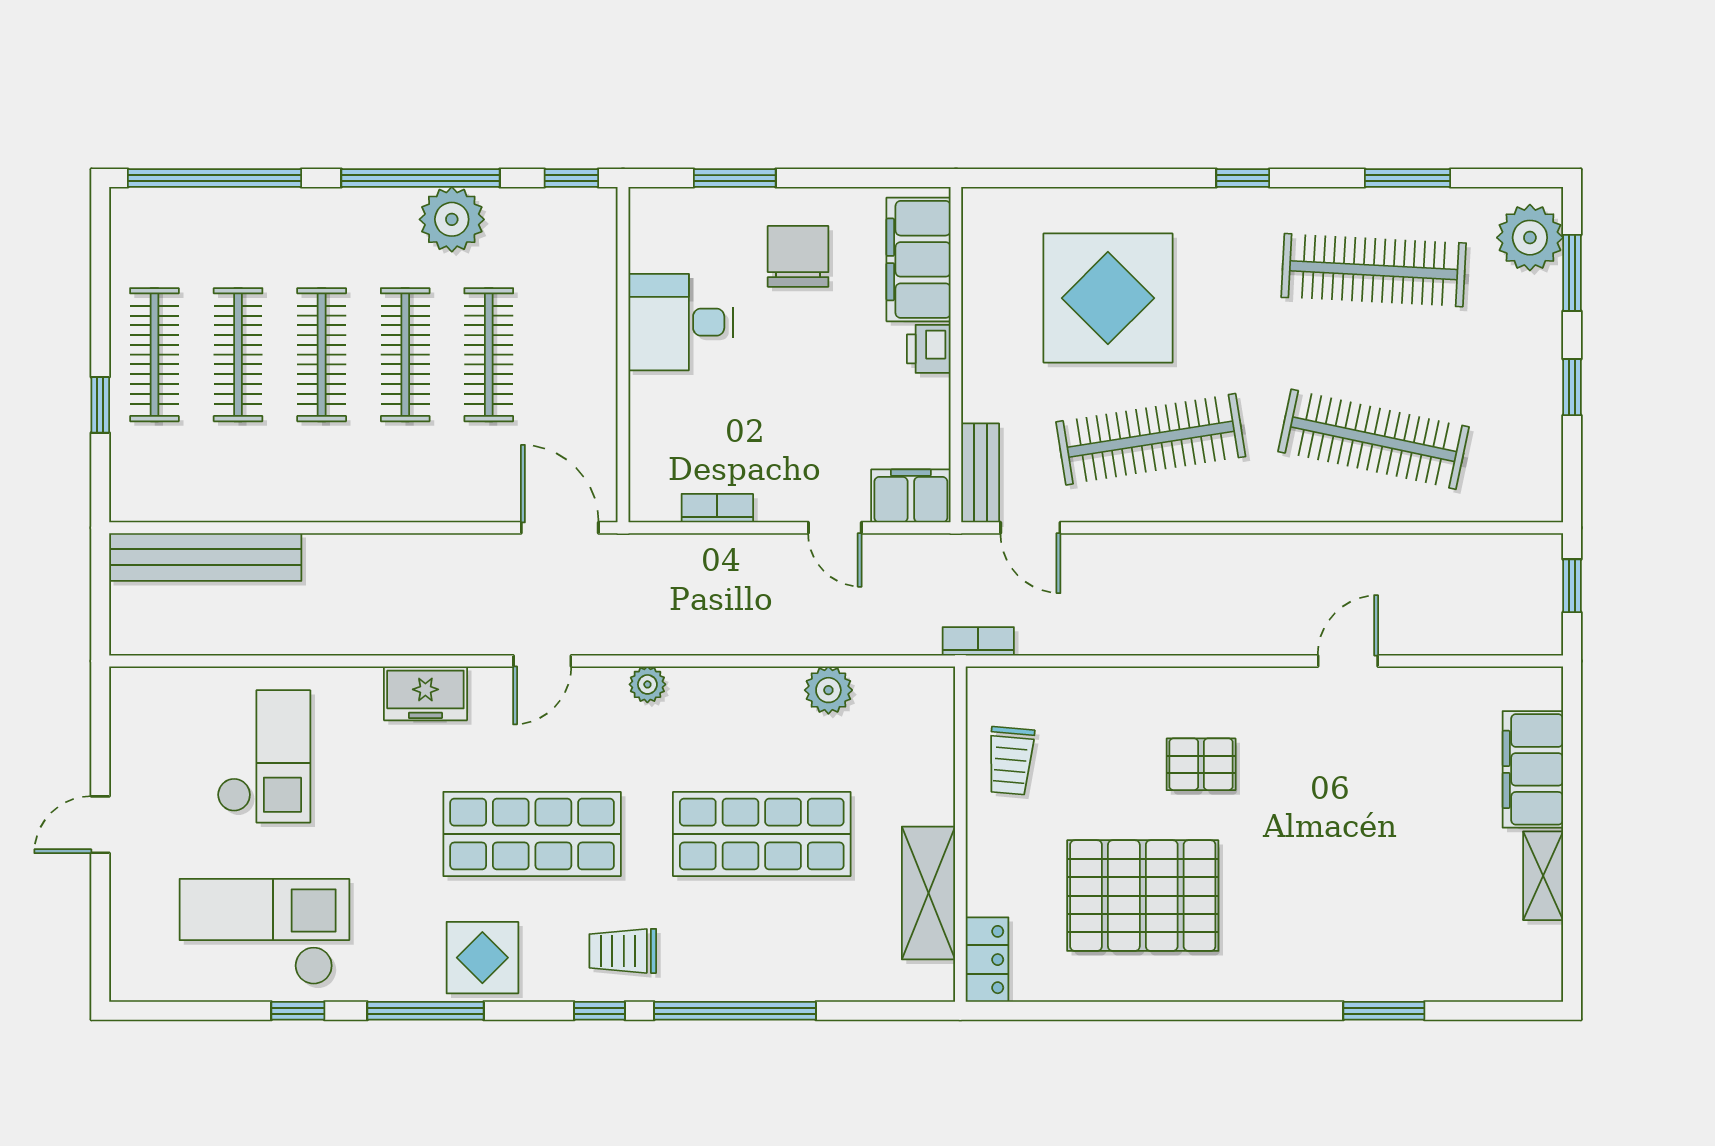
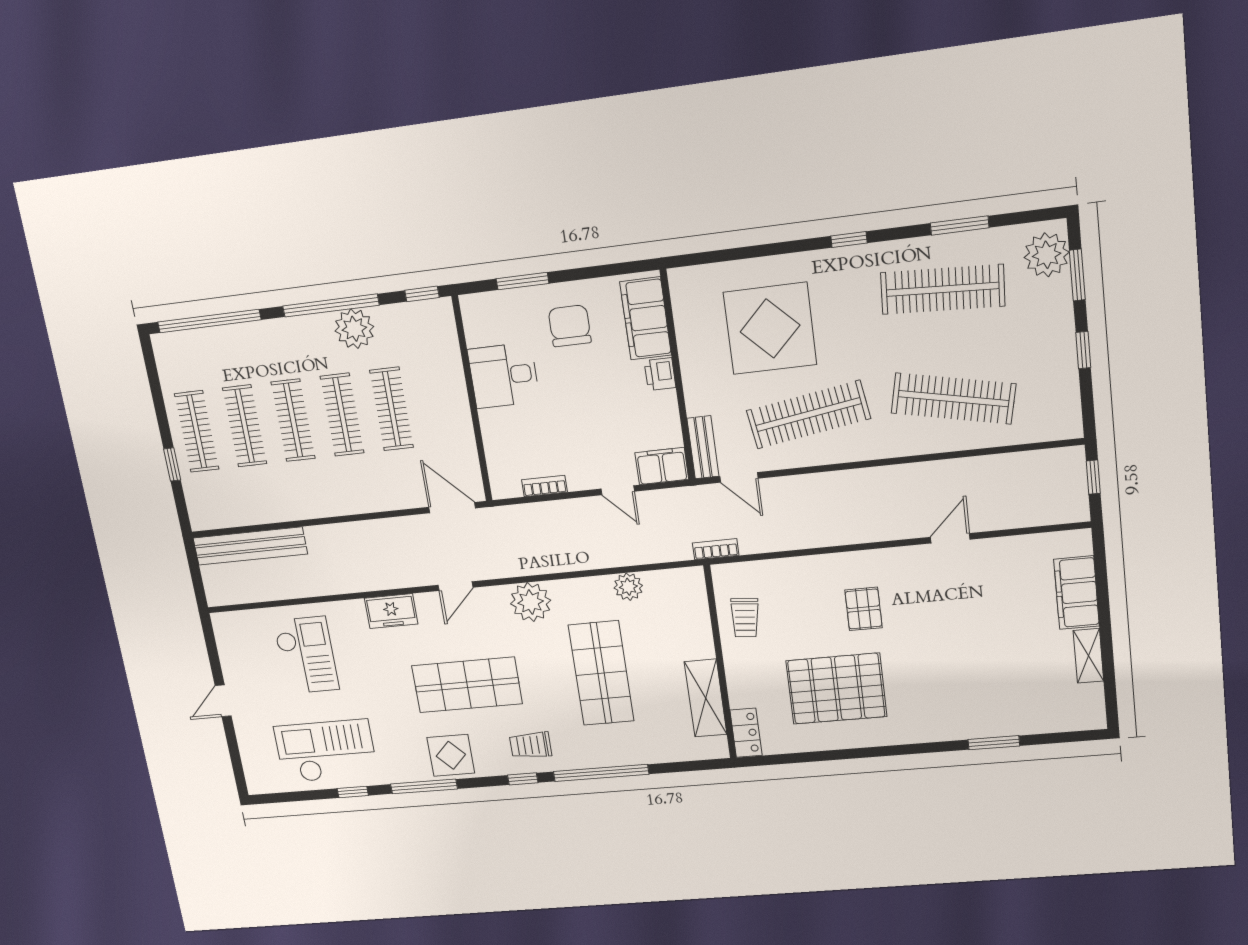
plant: (647, 684) -> (531, 602), width x1.87, depth x1.87
pallet: (1201, 764) -> (864, 609), turned 90
shop shelf: (762, 834) -> (601, 673), turned 90

